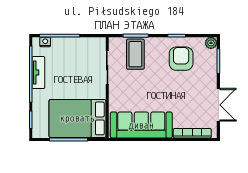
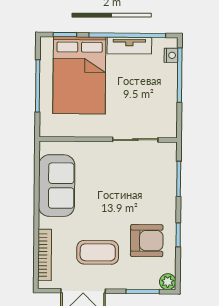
coffee table: (135, 54) -> (98, 252), moved
bed: (77, 118) -> (79, 75), moved, turned 180
sofa: (141, 125) -> (57, 186), width x0.73

